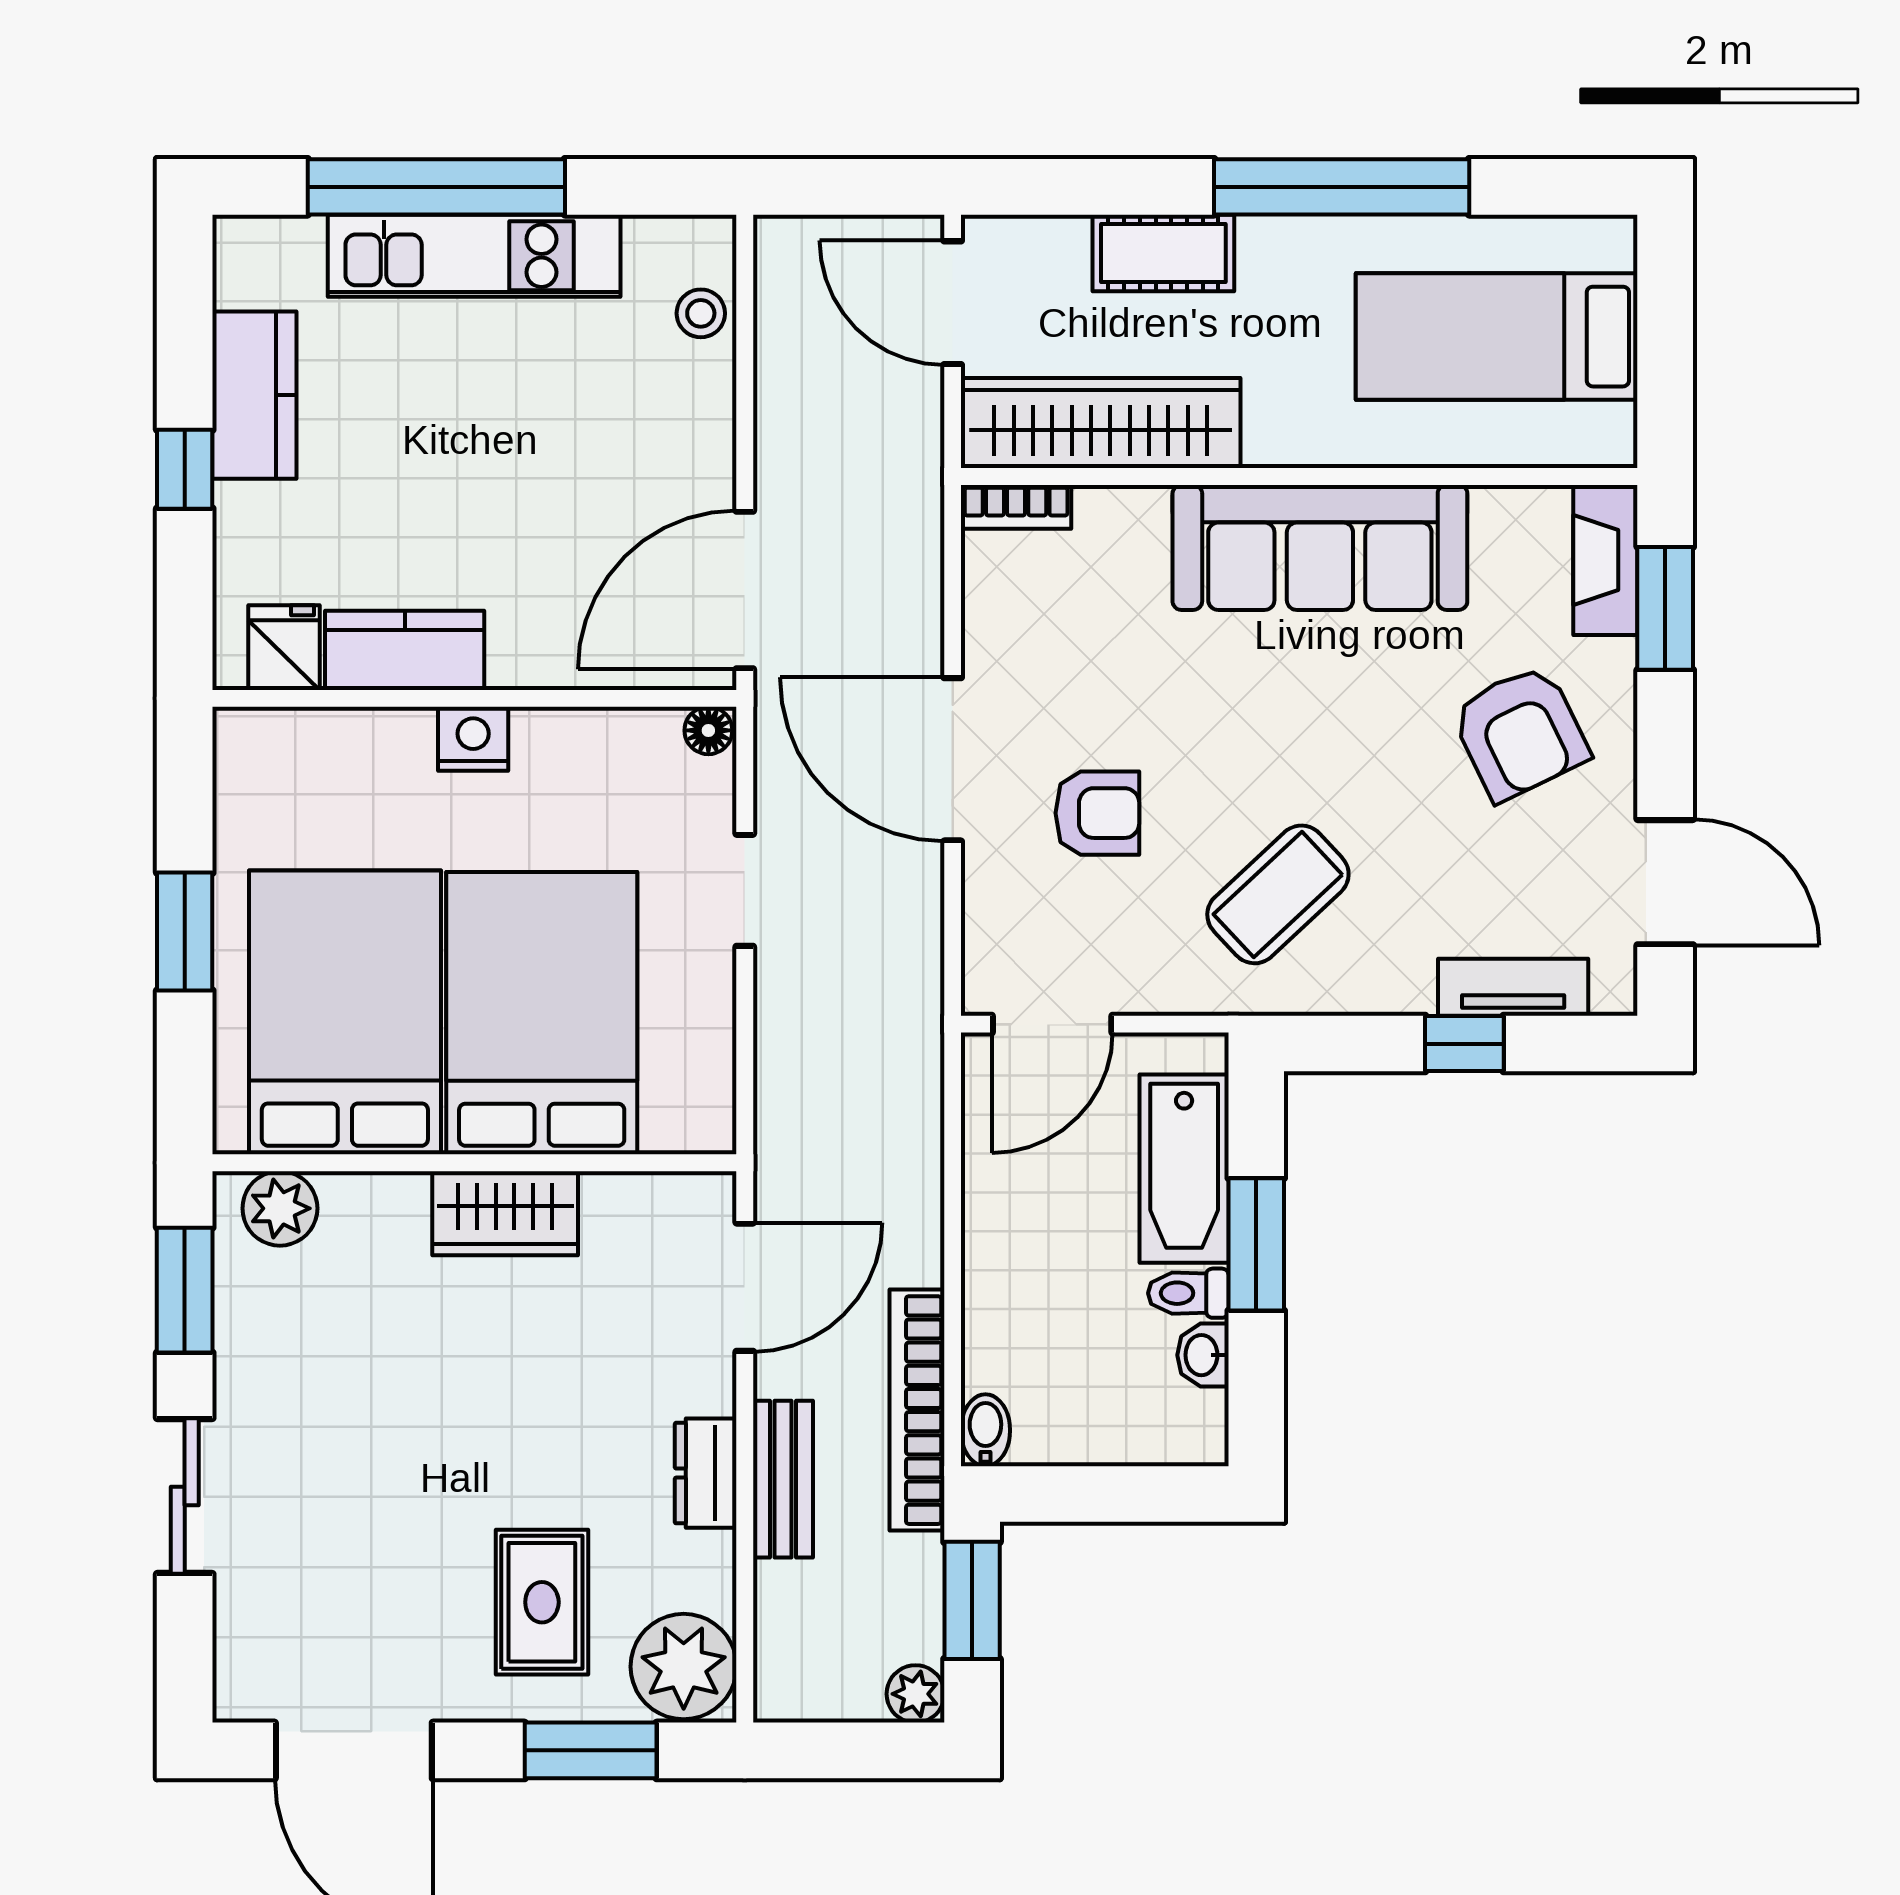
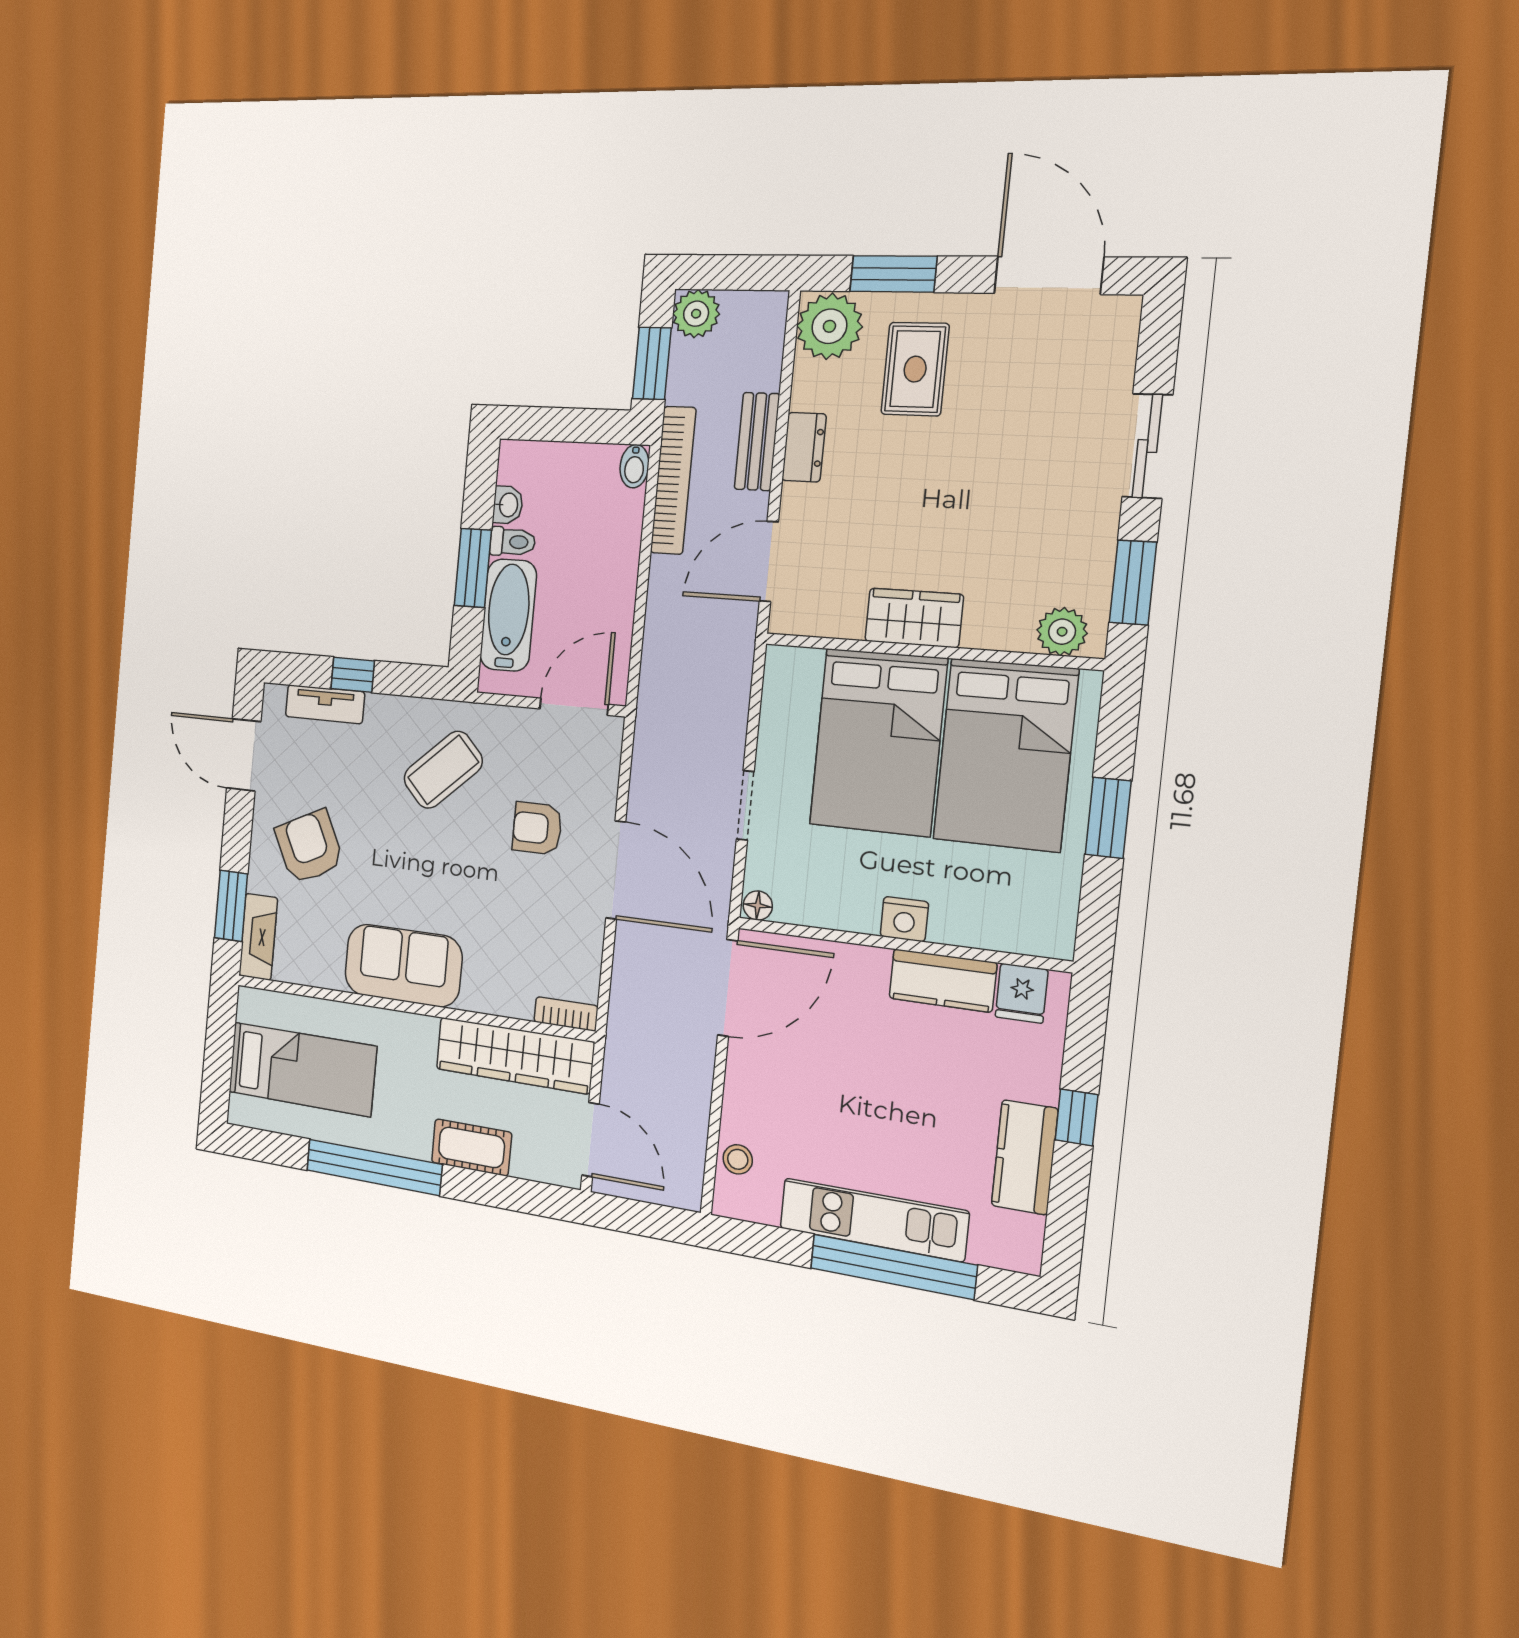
sofa: (1320, 547) -> (403, 965), width x0.73
plant: (916, 1694) -> (696, 314), width x1.38, depth x1.38

